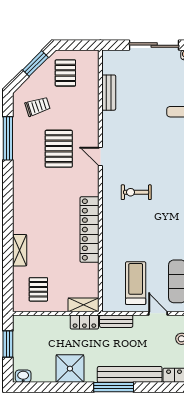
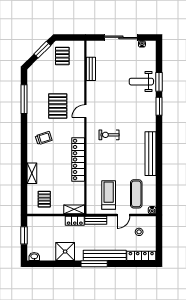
trolley: (37, 106) -> (44, 138), moved
door: (100, 157) -> (85, 111), hinge flipped
door: (158, 313) -> (123, 215), swing flipped

